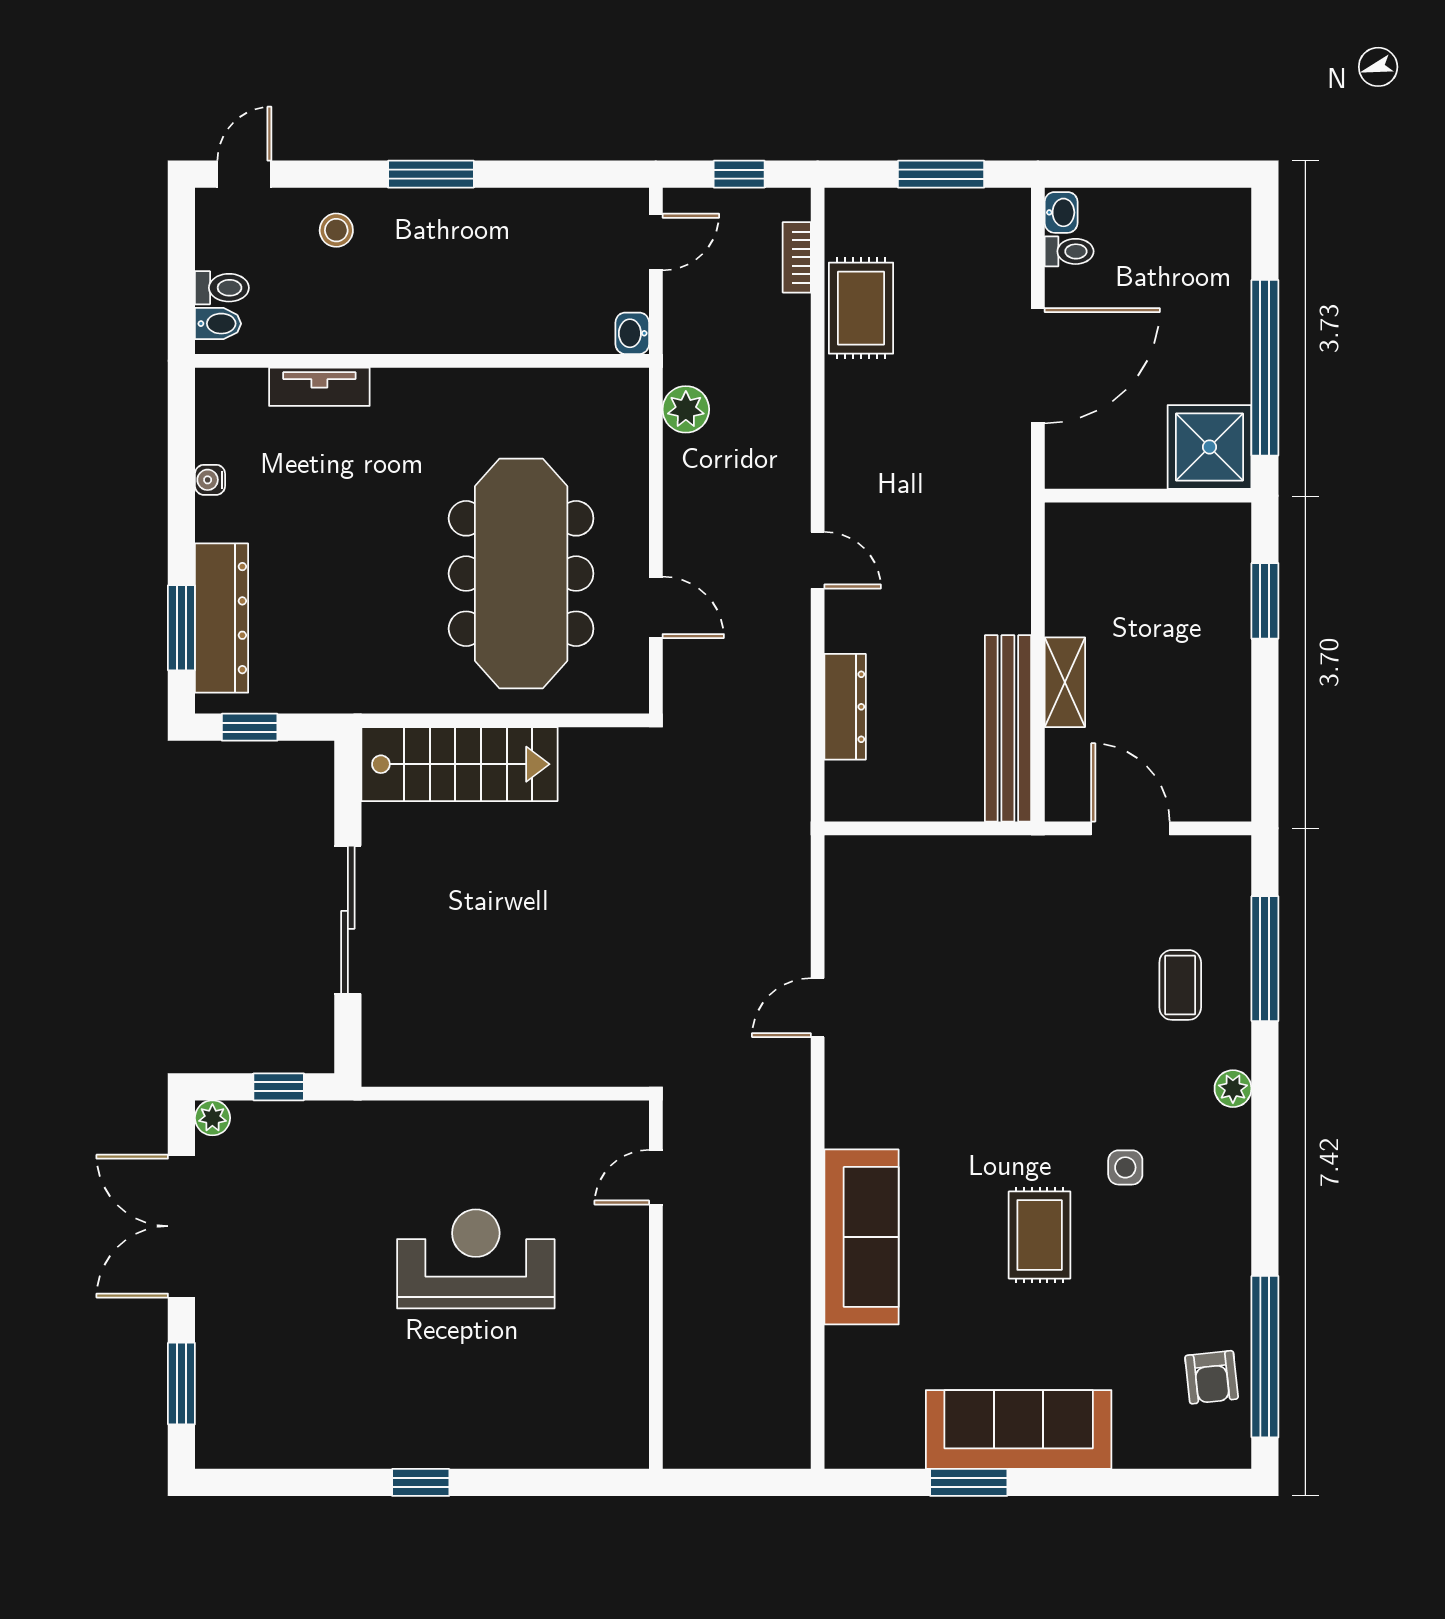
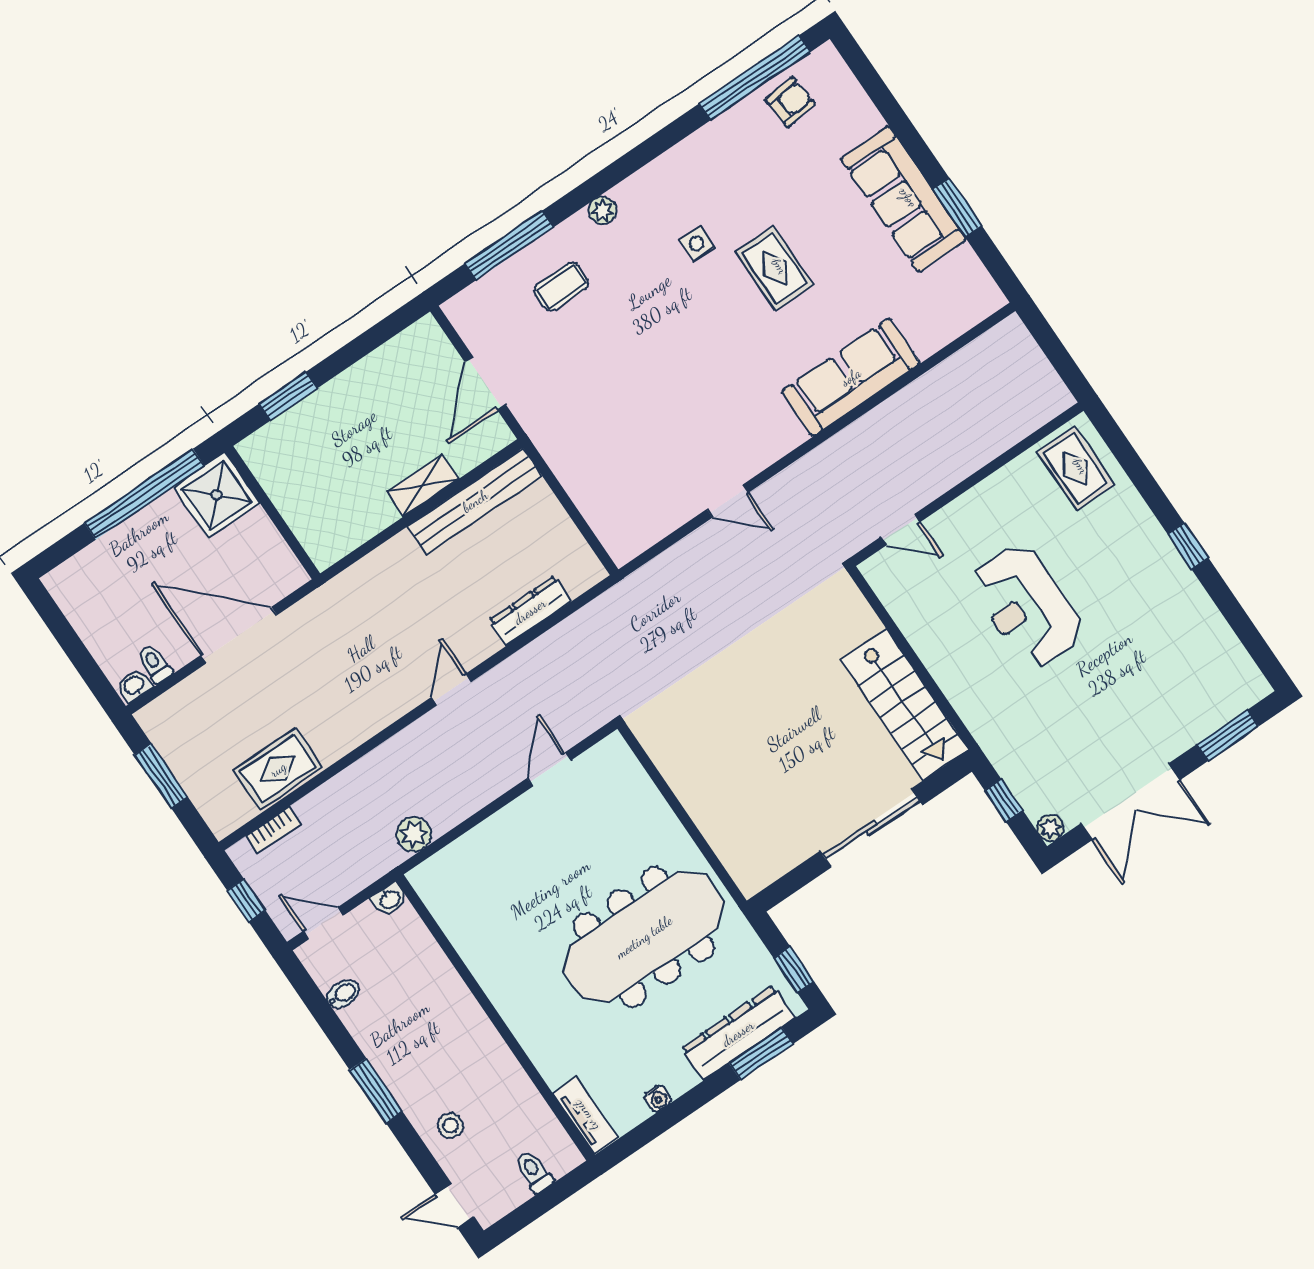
bidet: (218, 324) -> (343, 994), moved, turned 90
tv unit: (319, 387) -> (585, 1116), moved
meeting table: (521, 574) -> (644, 937), moved
stairs: (459, 764) -> (905, 704), moved, turned 180
rug: (1040, 1235) -> (775, 268), turned 90
rug: (592, 1417) -> (1076, 468), added

